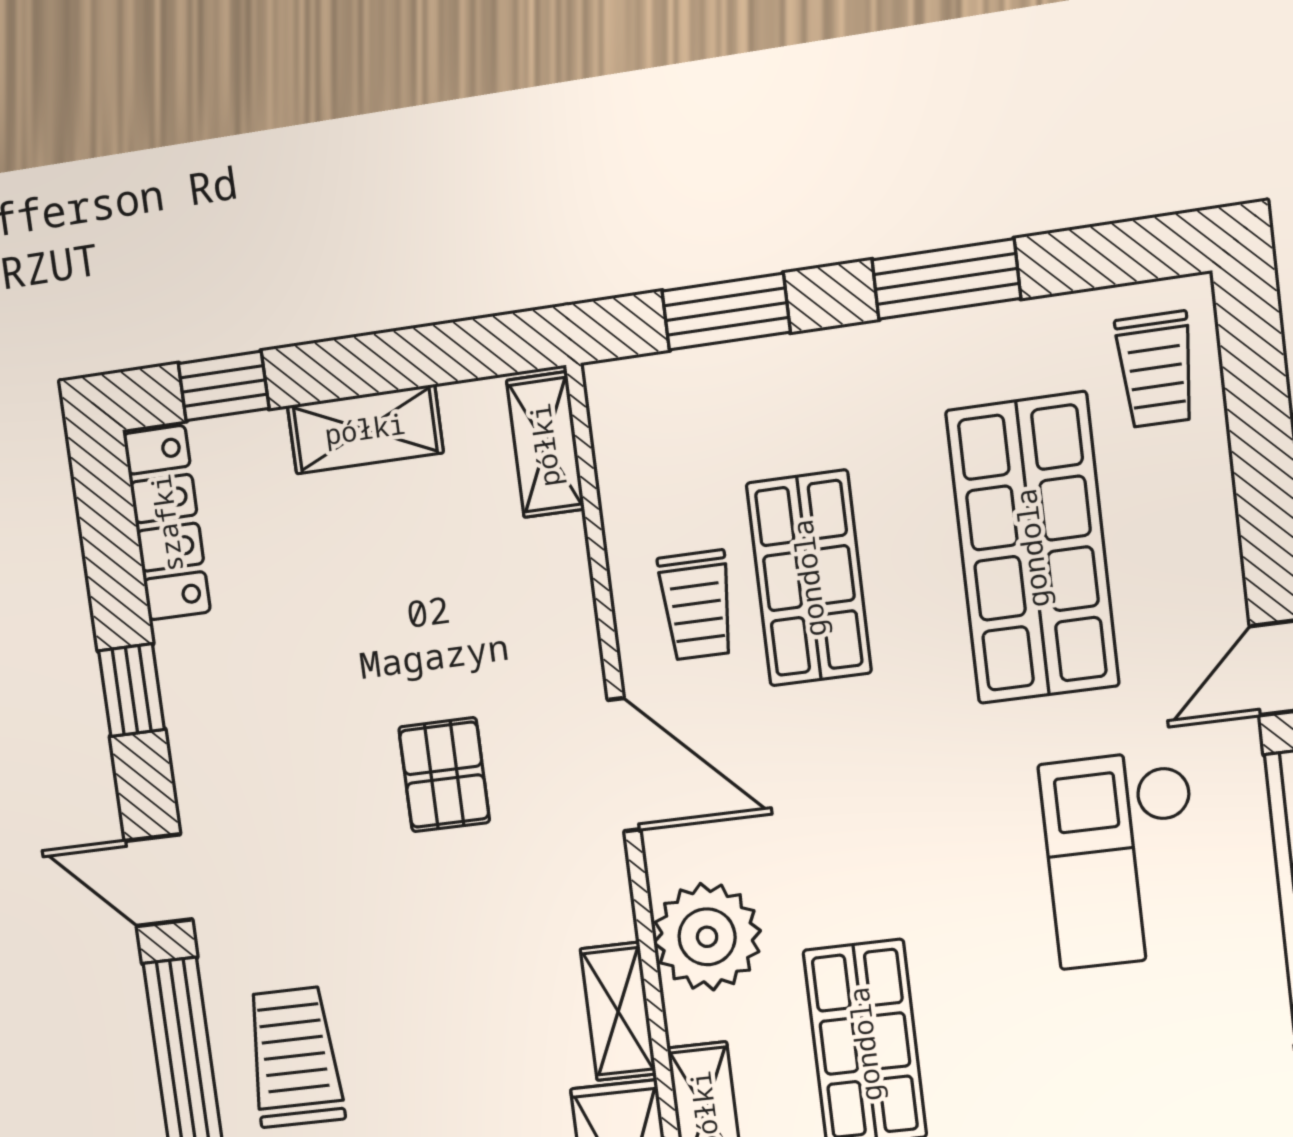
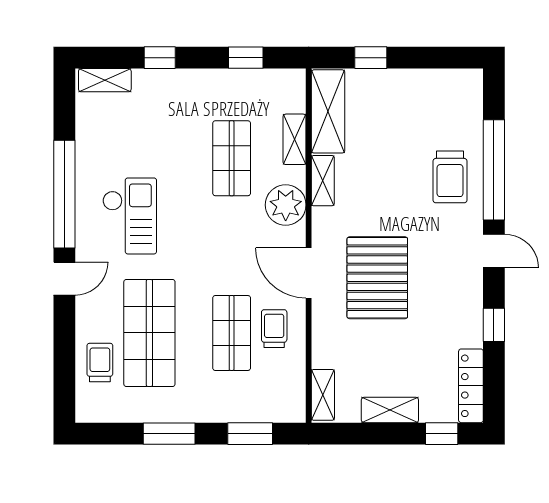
trolley: (1156, 369) -> (100, 362), moved
pallet: (444, 775) -> (377, 278), width x2.05, depth x2.00

